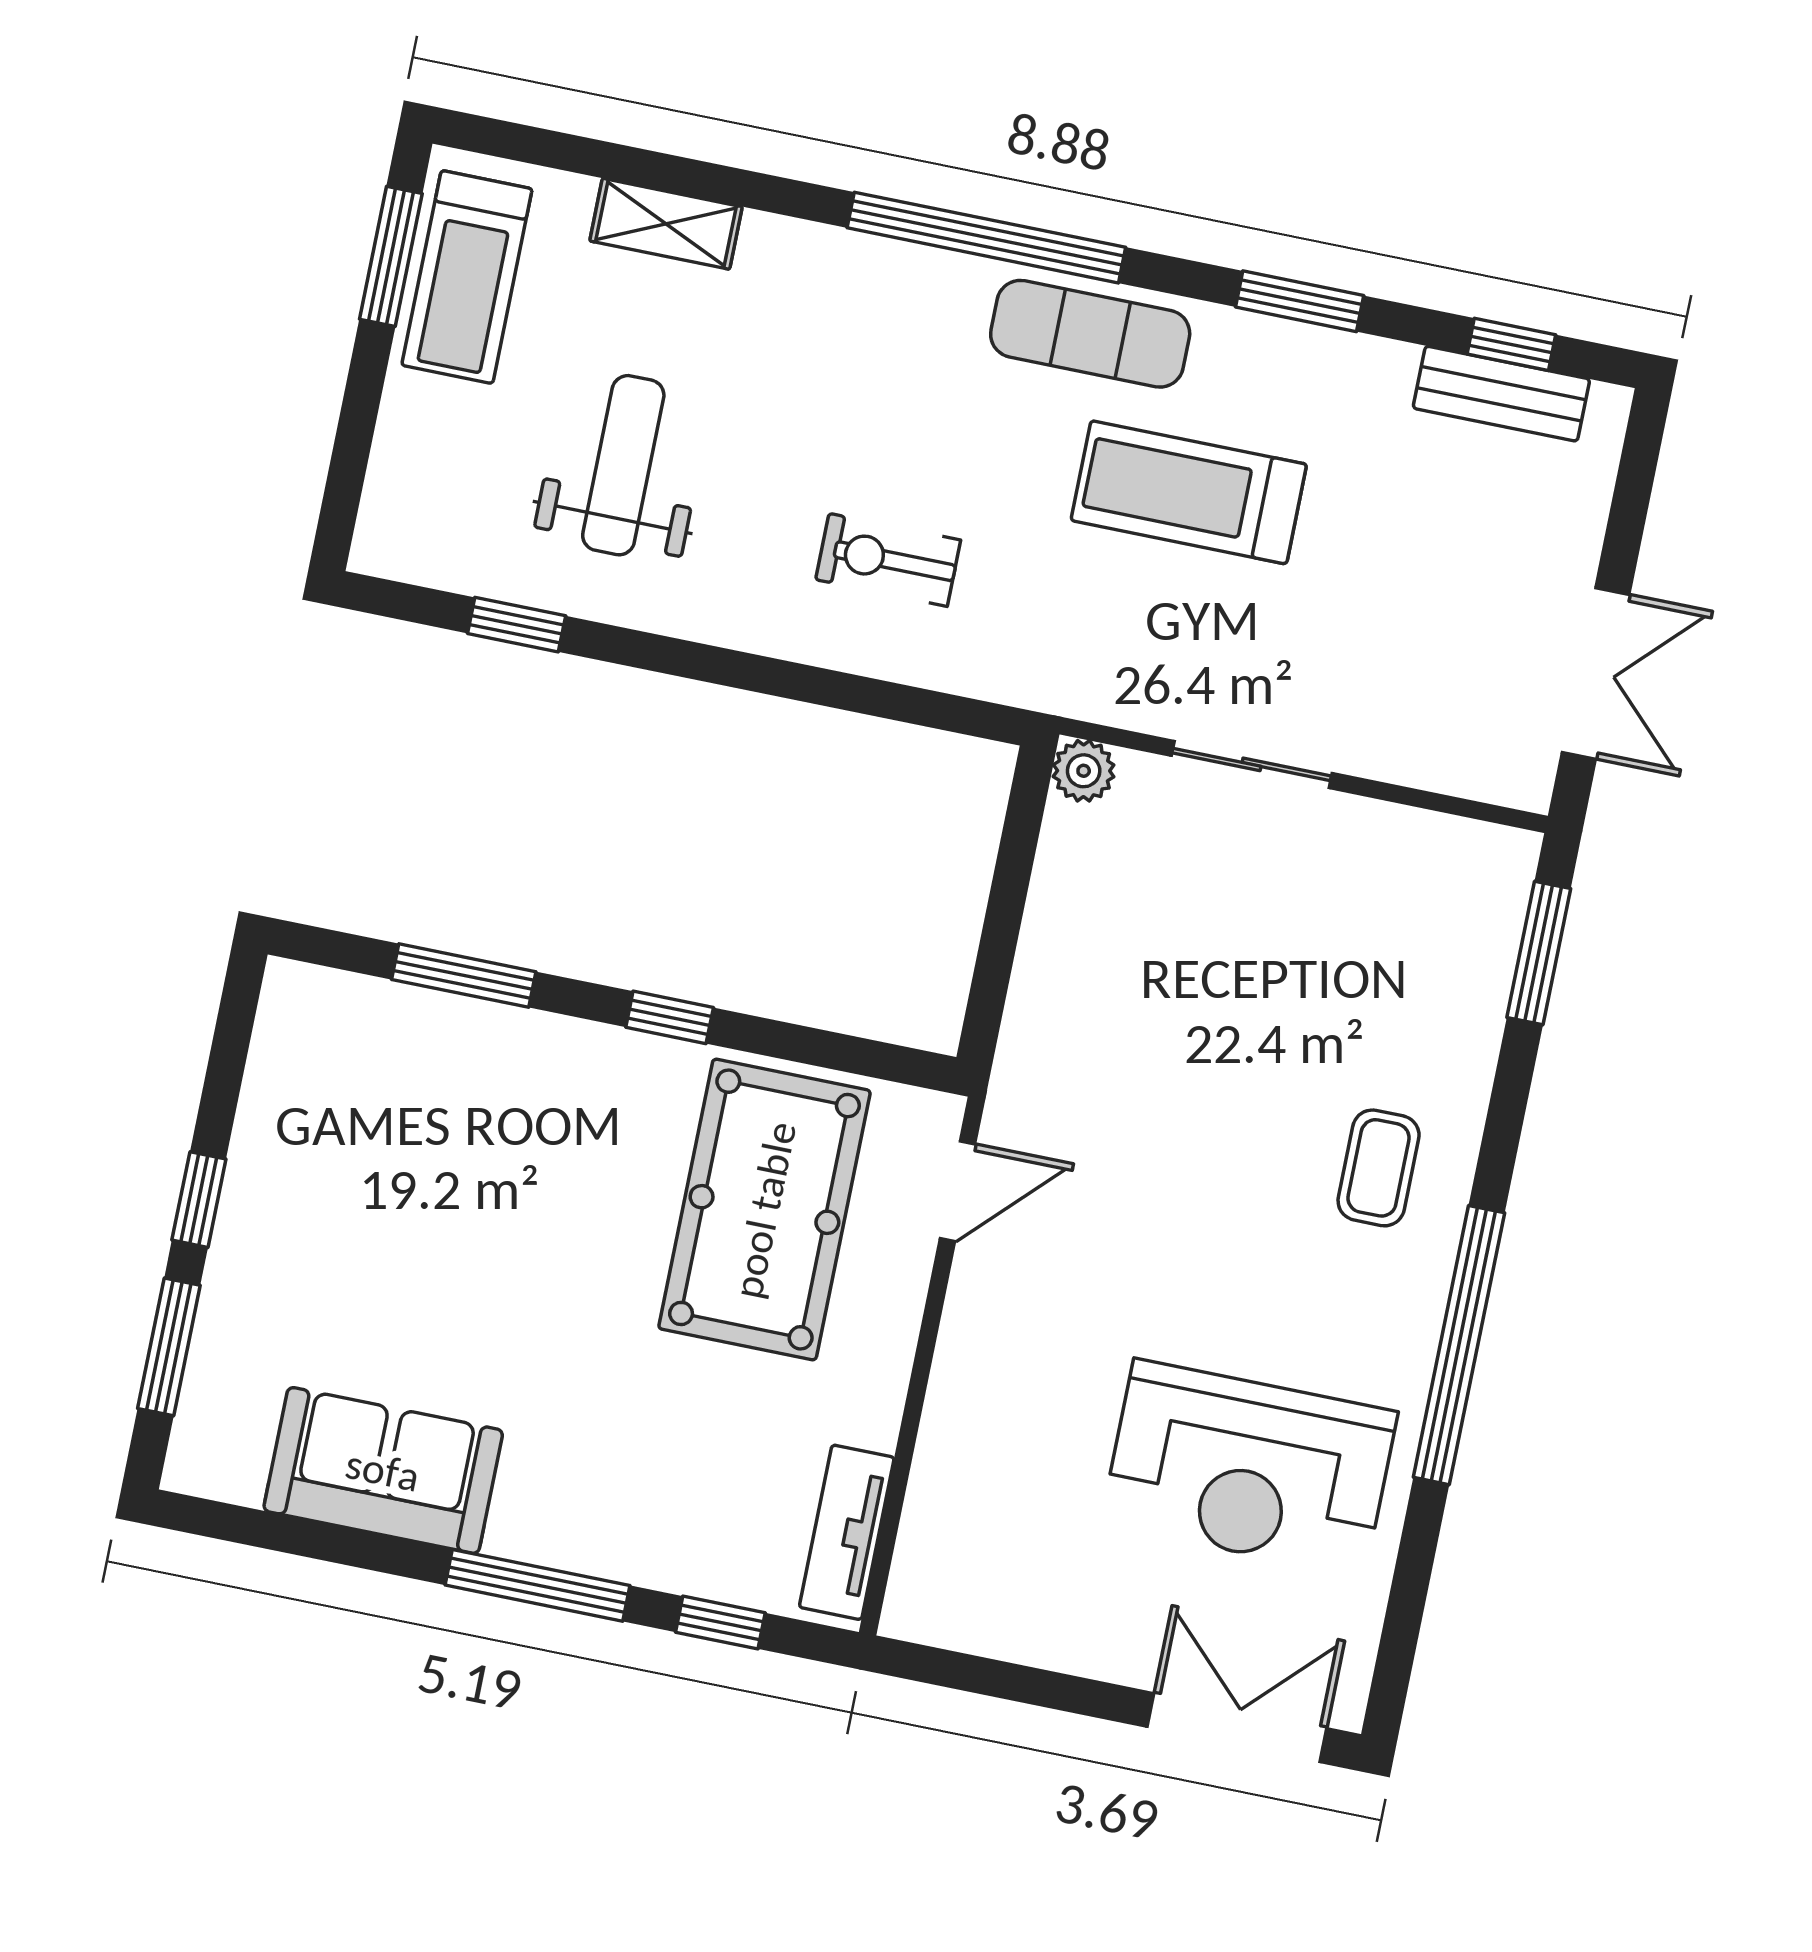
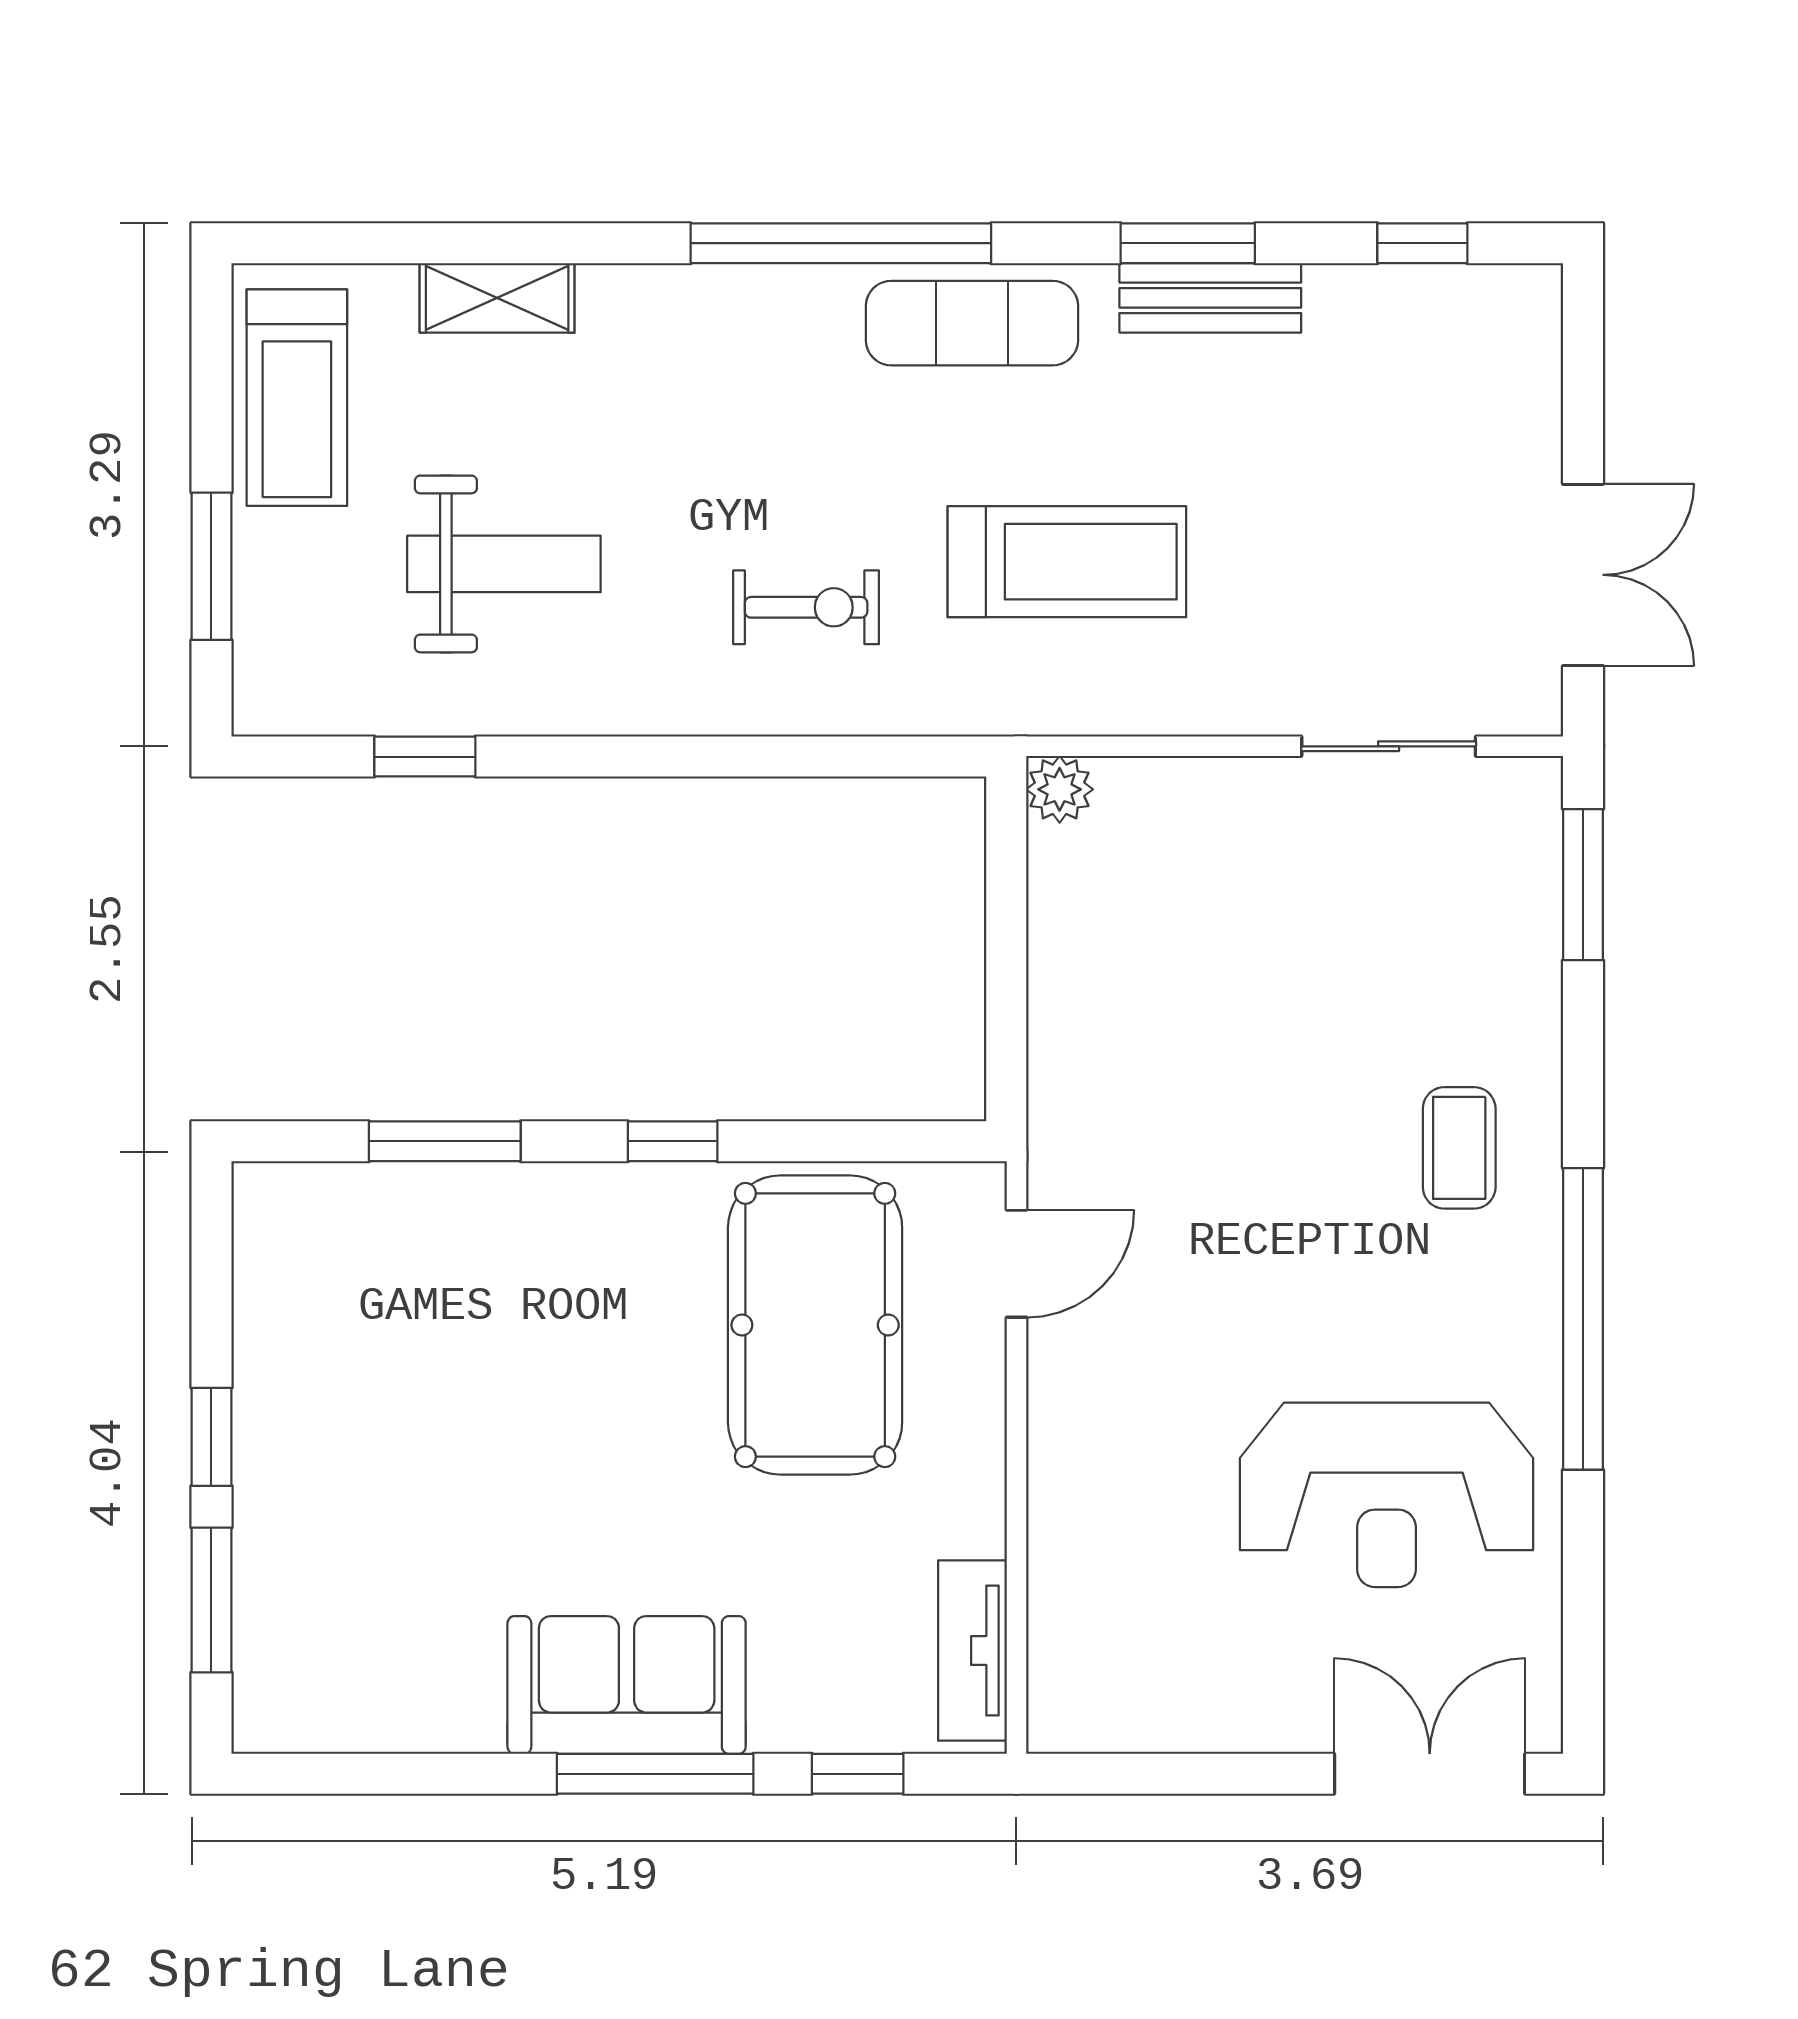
window: (391, 256) -> (211, 566), moved
bench: (1501, 394) -> (1210, 298), moved
weight bench: (623, 465) -> (504, 564), turned 90
treadmill: (1189, 492) -> (1067, 562), moved, turned 180
exercise bike: (888, 560) -> (806, 607), turned 180
sliding door: (1252, 764) -> (1389, 746), moved
sofa: (383, 1470) -> (627, 1685), moved

